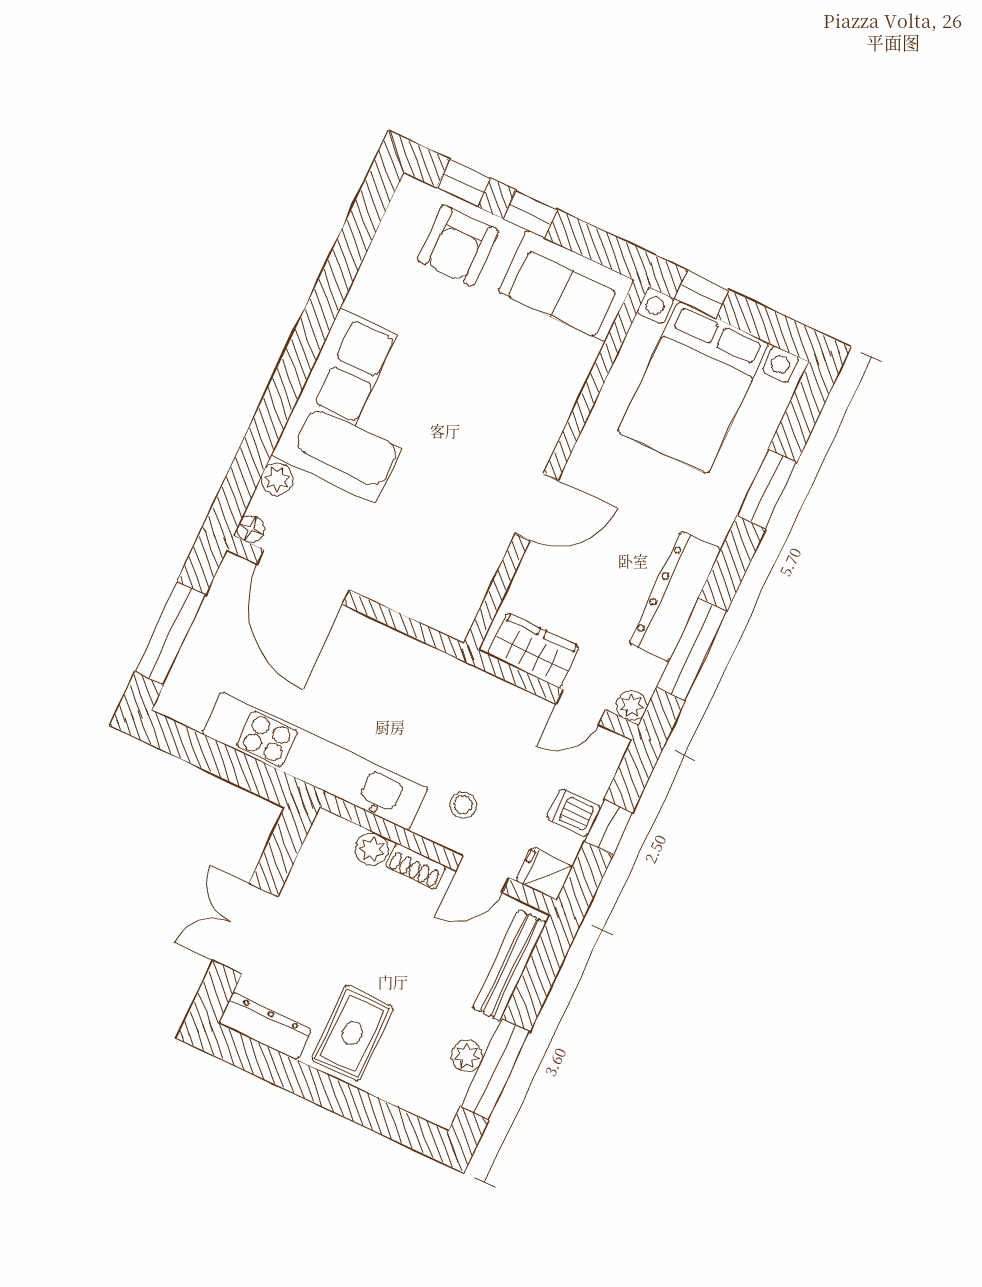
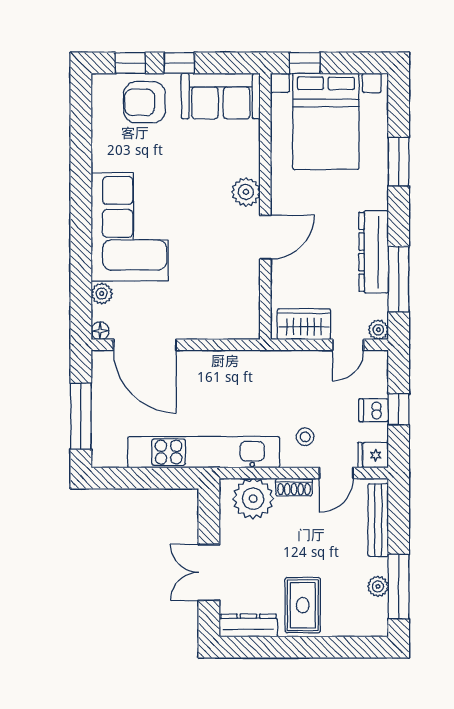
armchair: (458, 246) -> (145, 102), turned 90
plant: (539, 433) -> (246, 192), added
plant: (372, 849) -> (253, 499), width x1.87, depth x1.87

